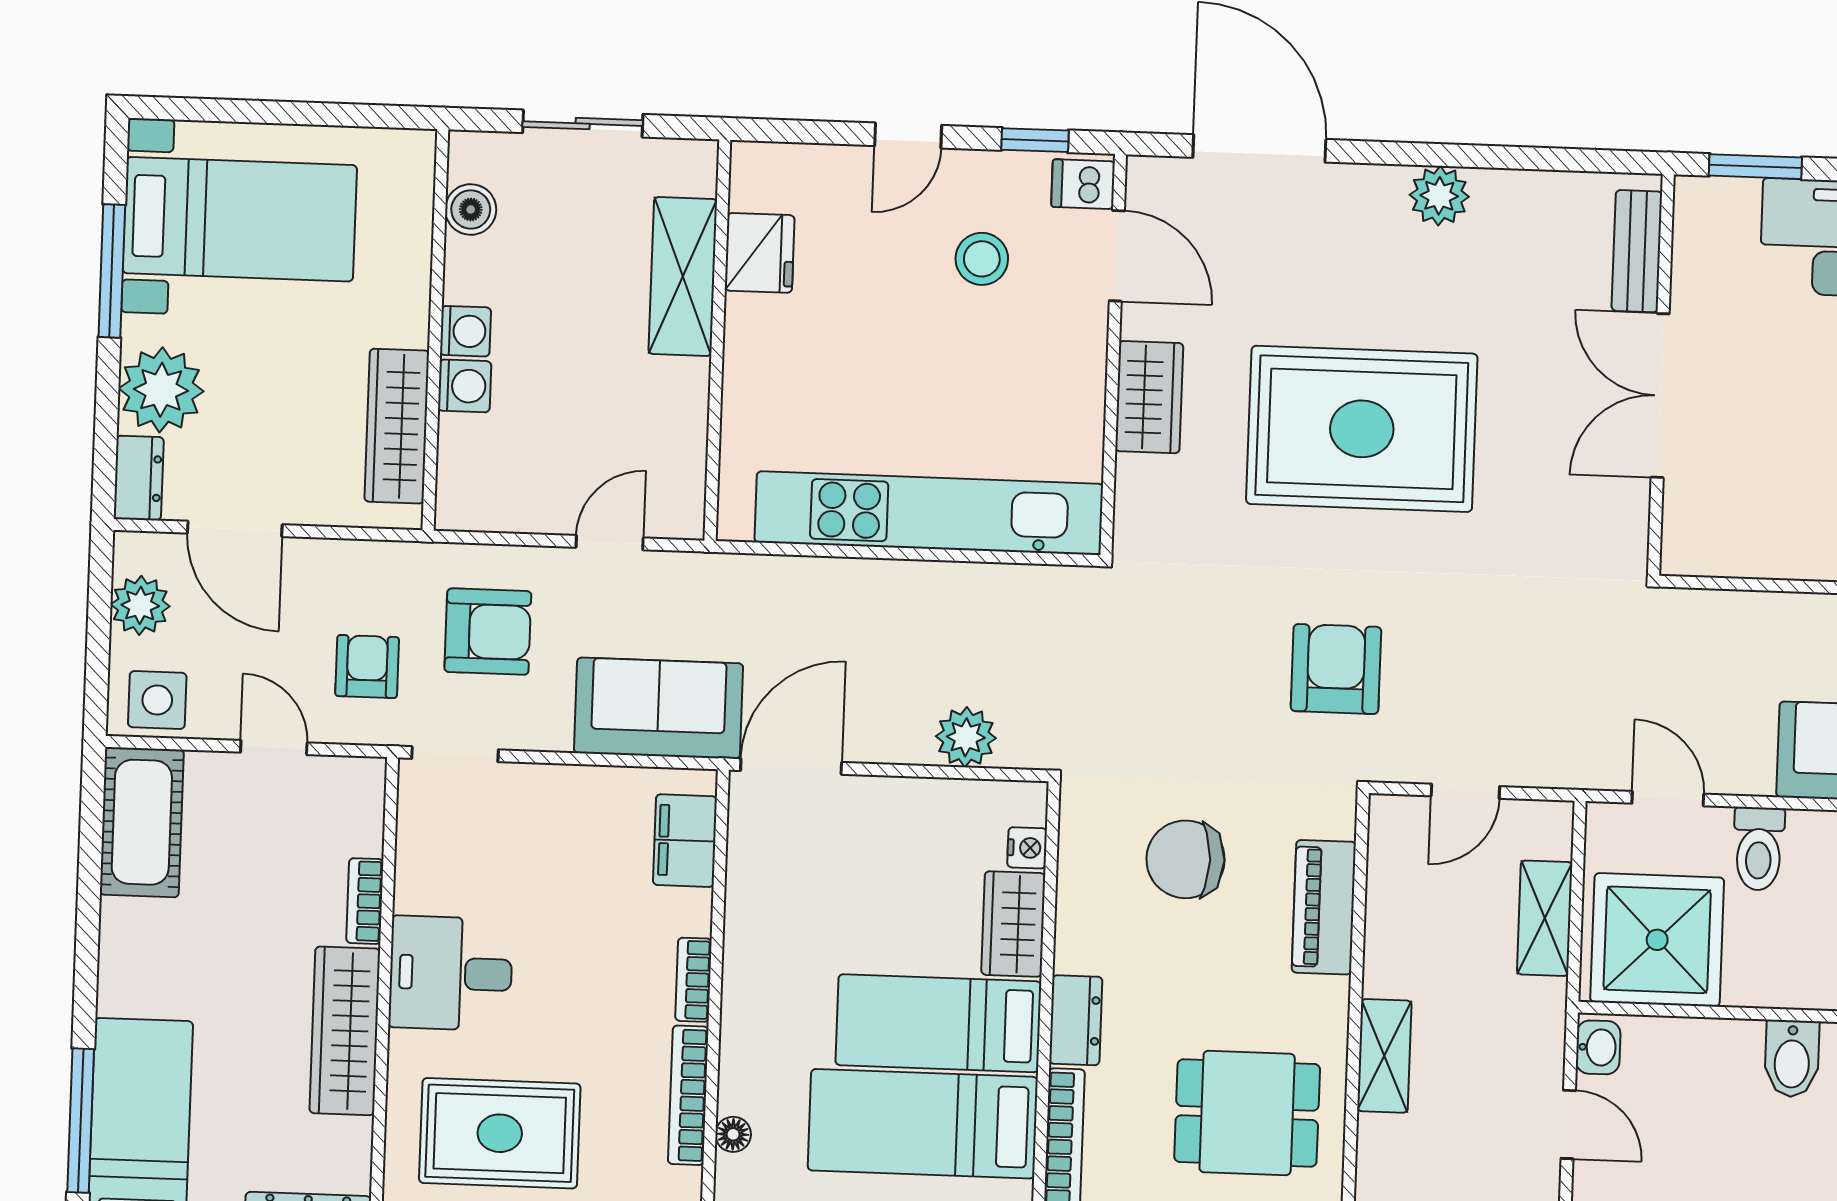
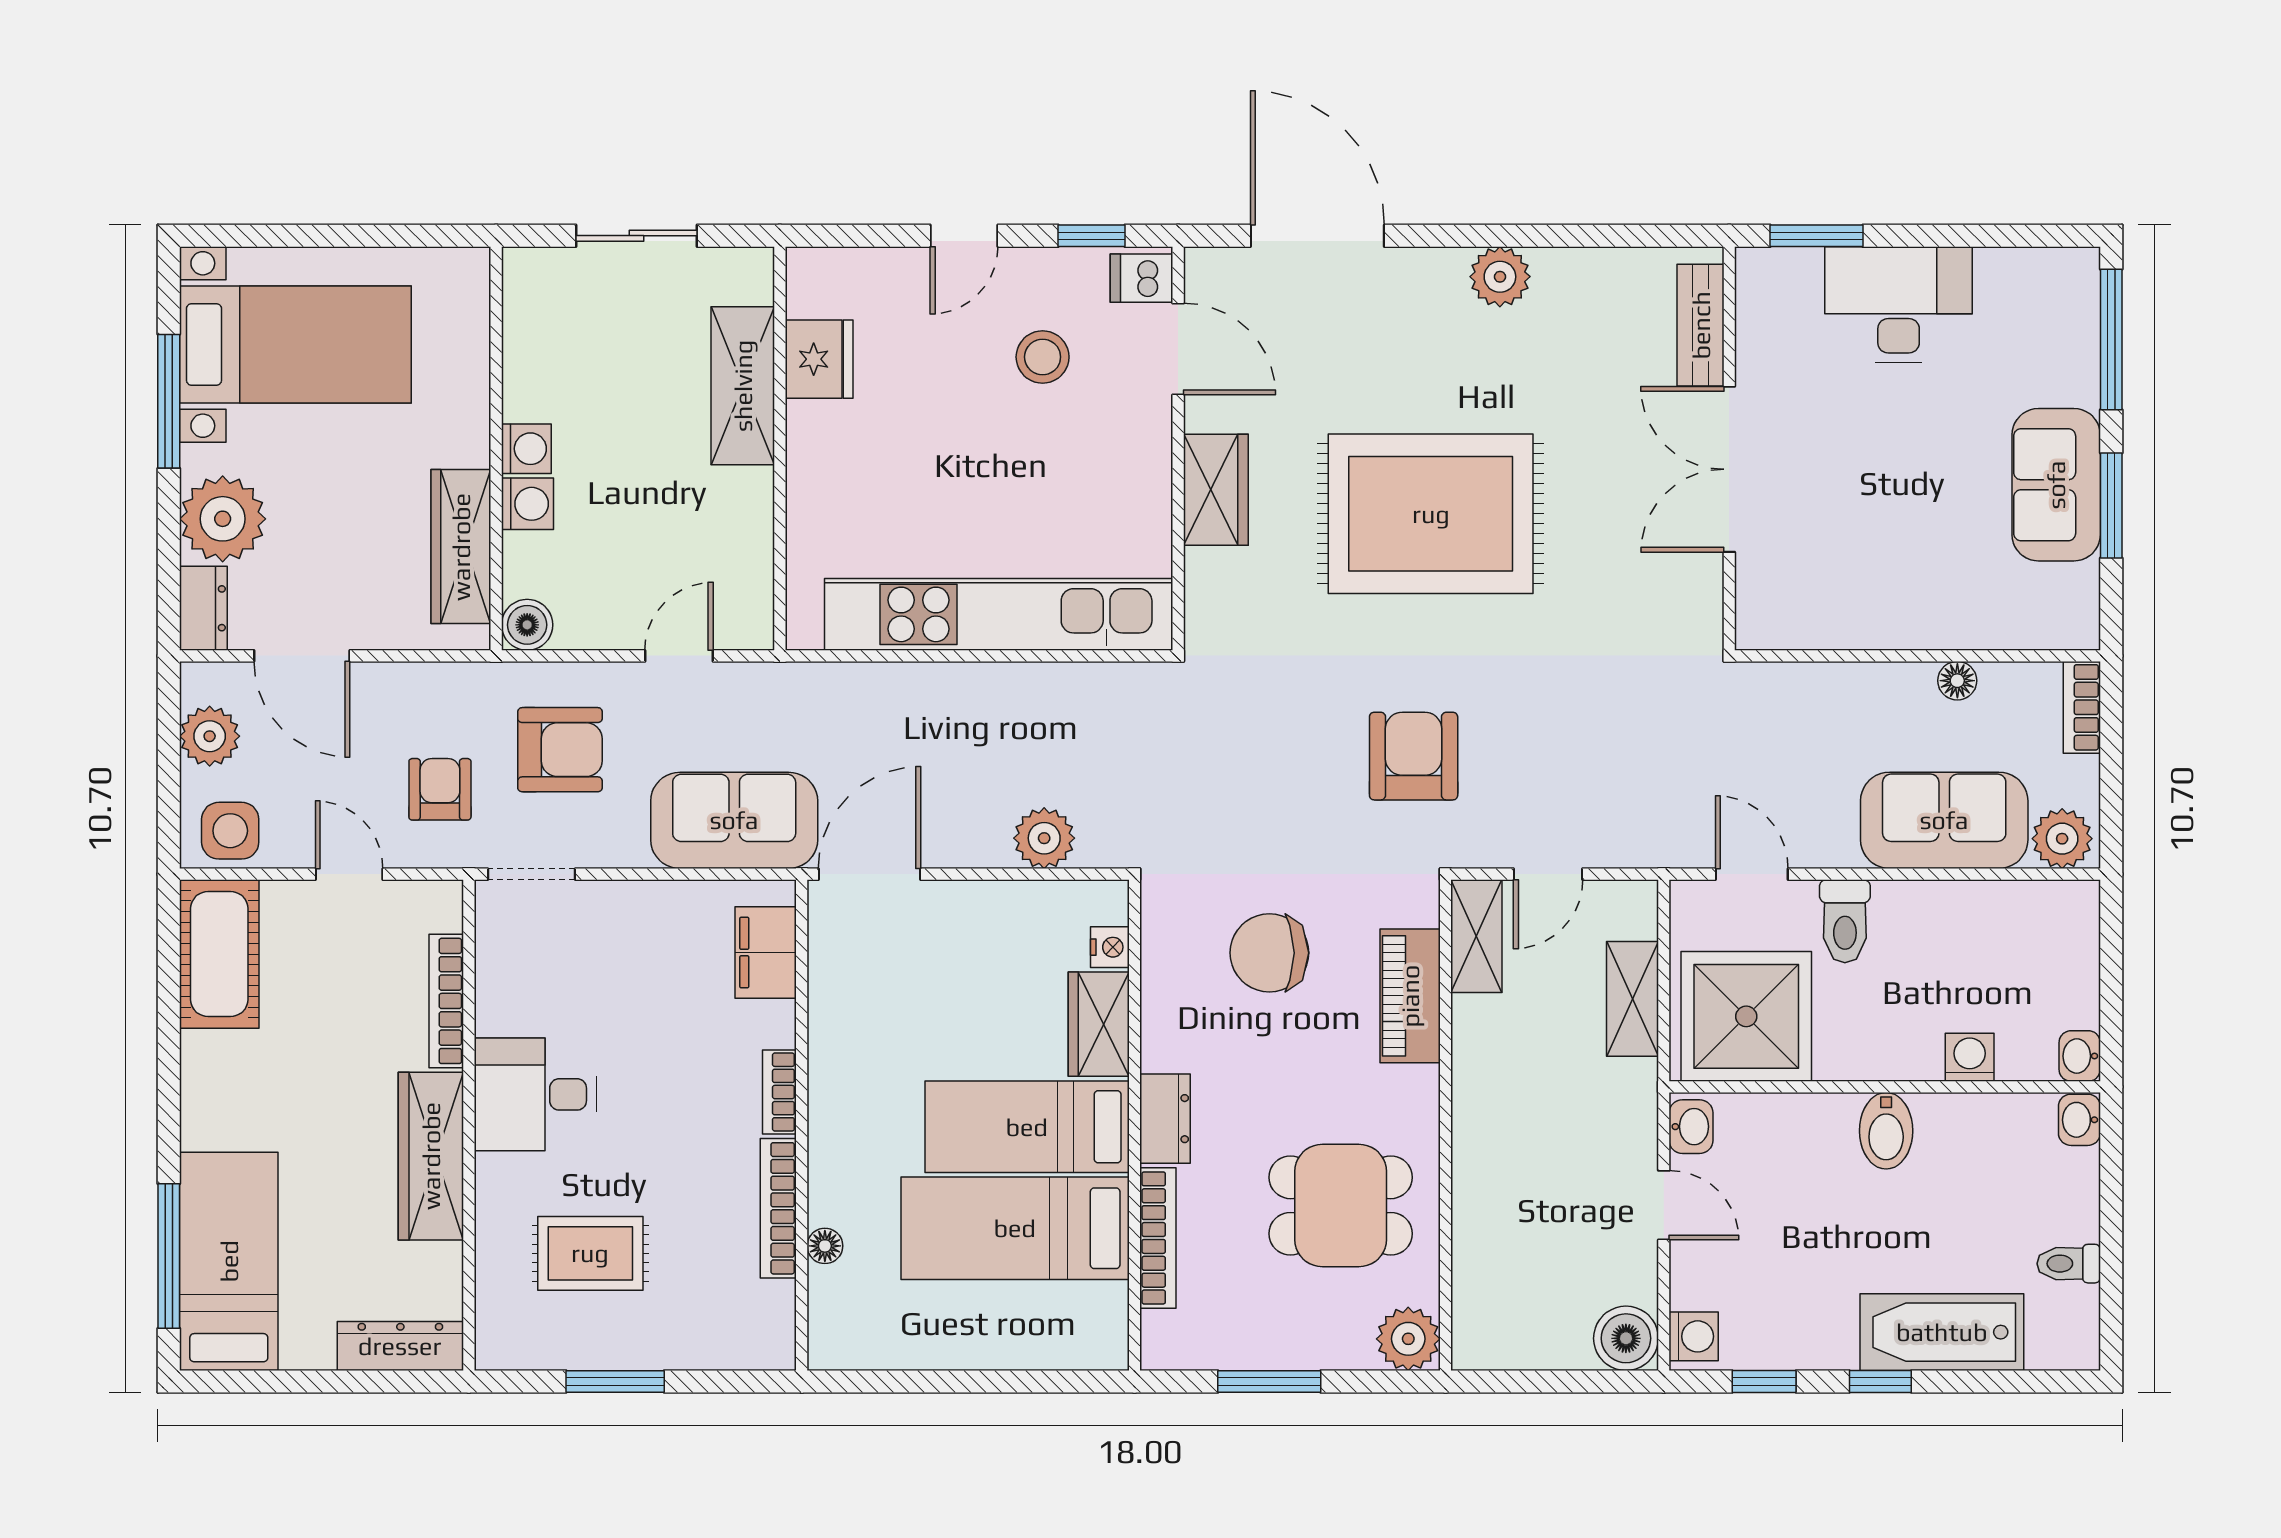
boiler: (471, 210) -> (527, 625), moved
bookcase: (365, 901) -> (446, 1001), width x1.56
shelving: (1384, 1056) -> (1476, 936), moved
rug: (500, 1133) -> (590, 1253), width x0.73, depth x0.70

